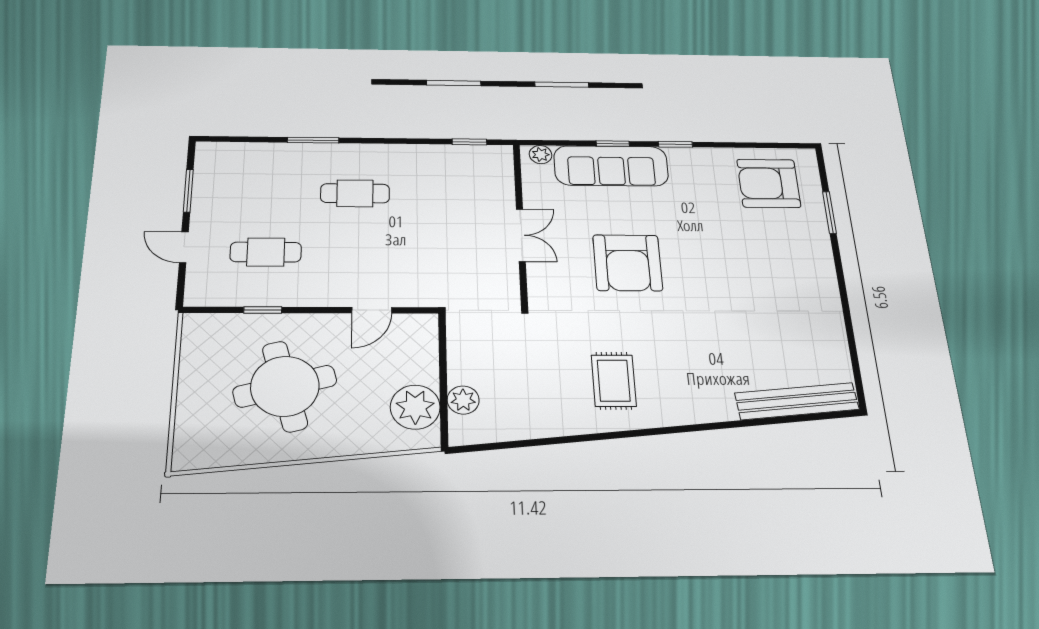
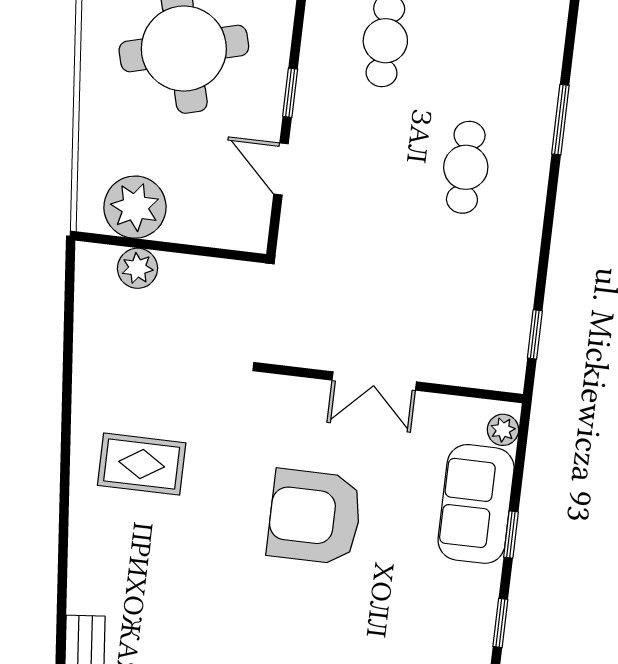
sofa: (611, 166) -> (476, 504), width x0.73
window: (263, 310) -> (290, 93), moved

